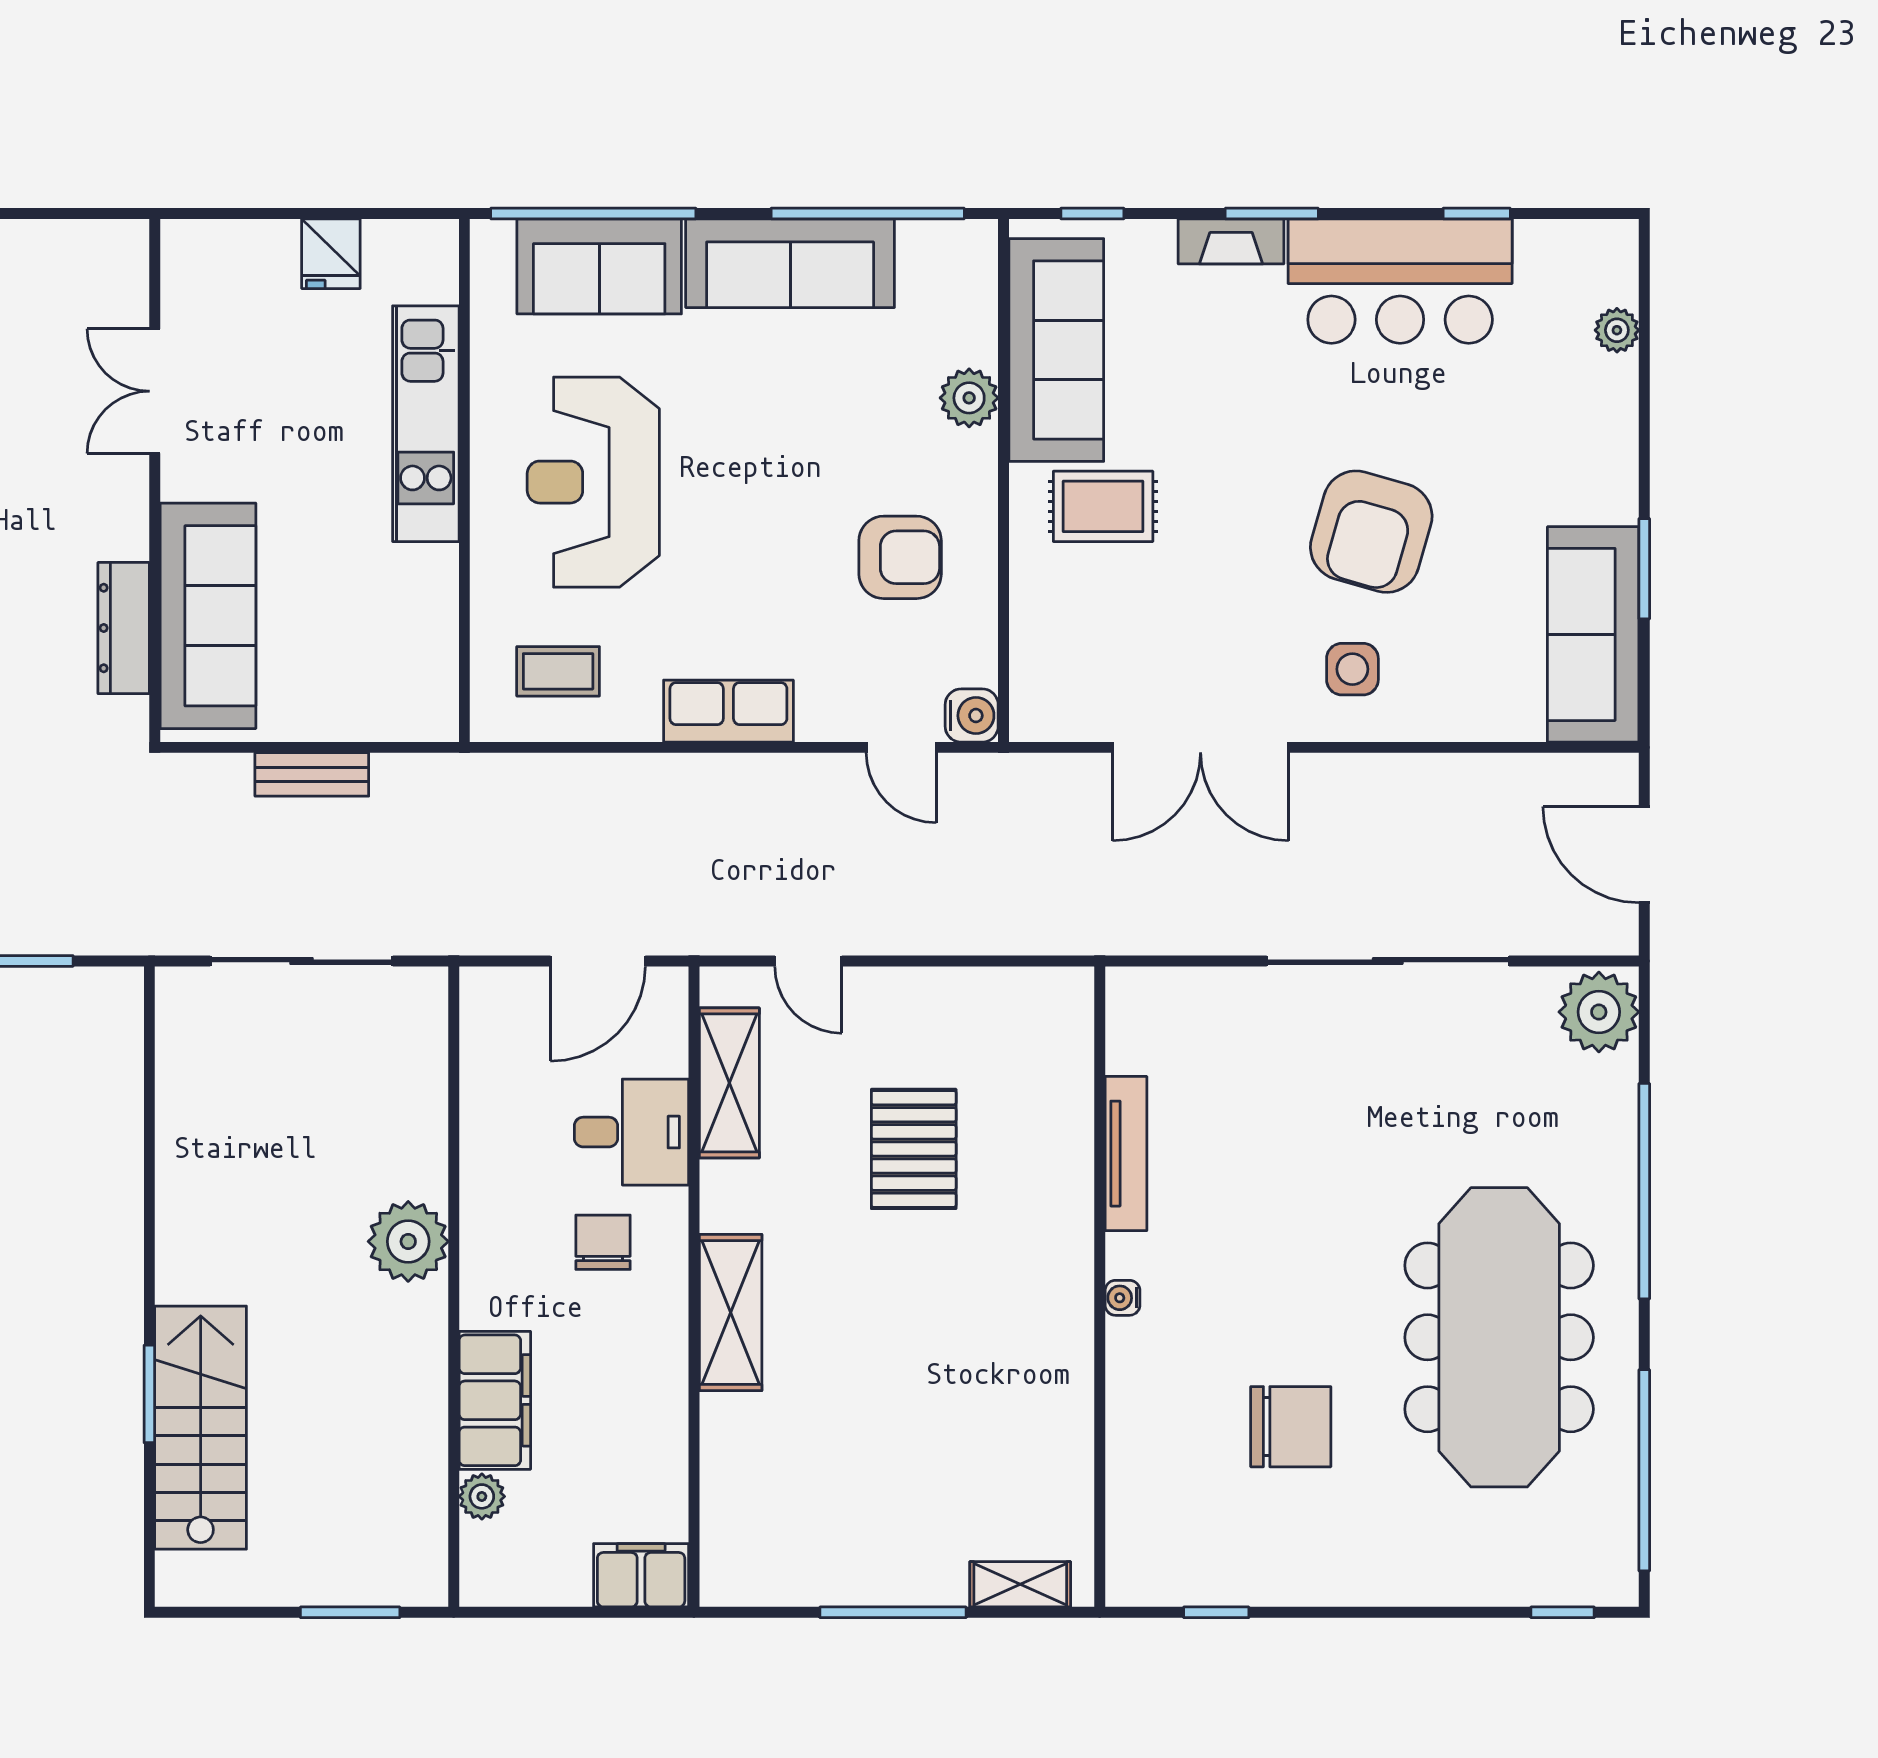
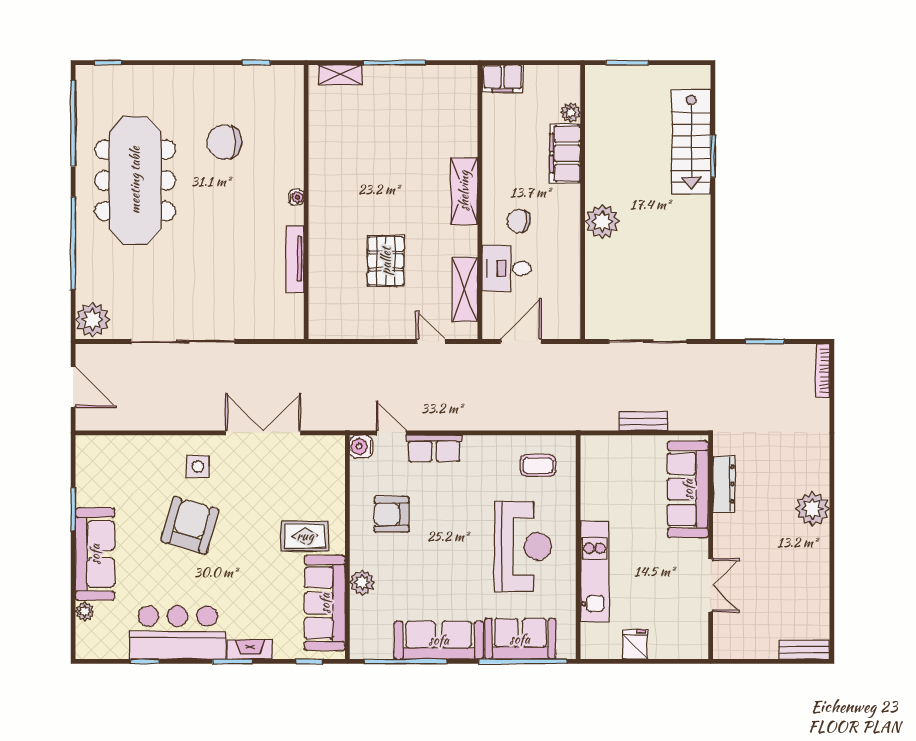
sofa: (1593, 634) -> (95, 554), moved
row of seats: (728, 711) -> (434, 448), moved
chair: (603, 1242) -> (519, 221), turned 97

